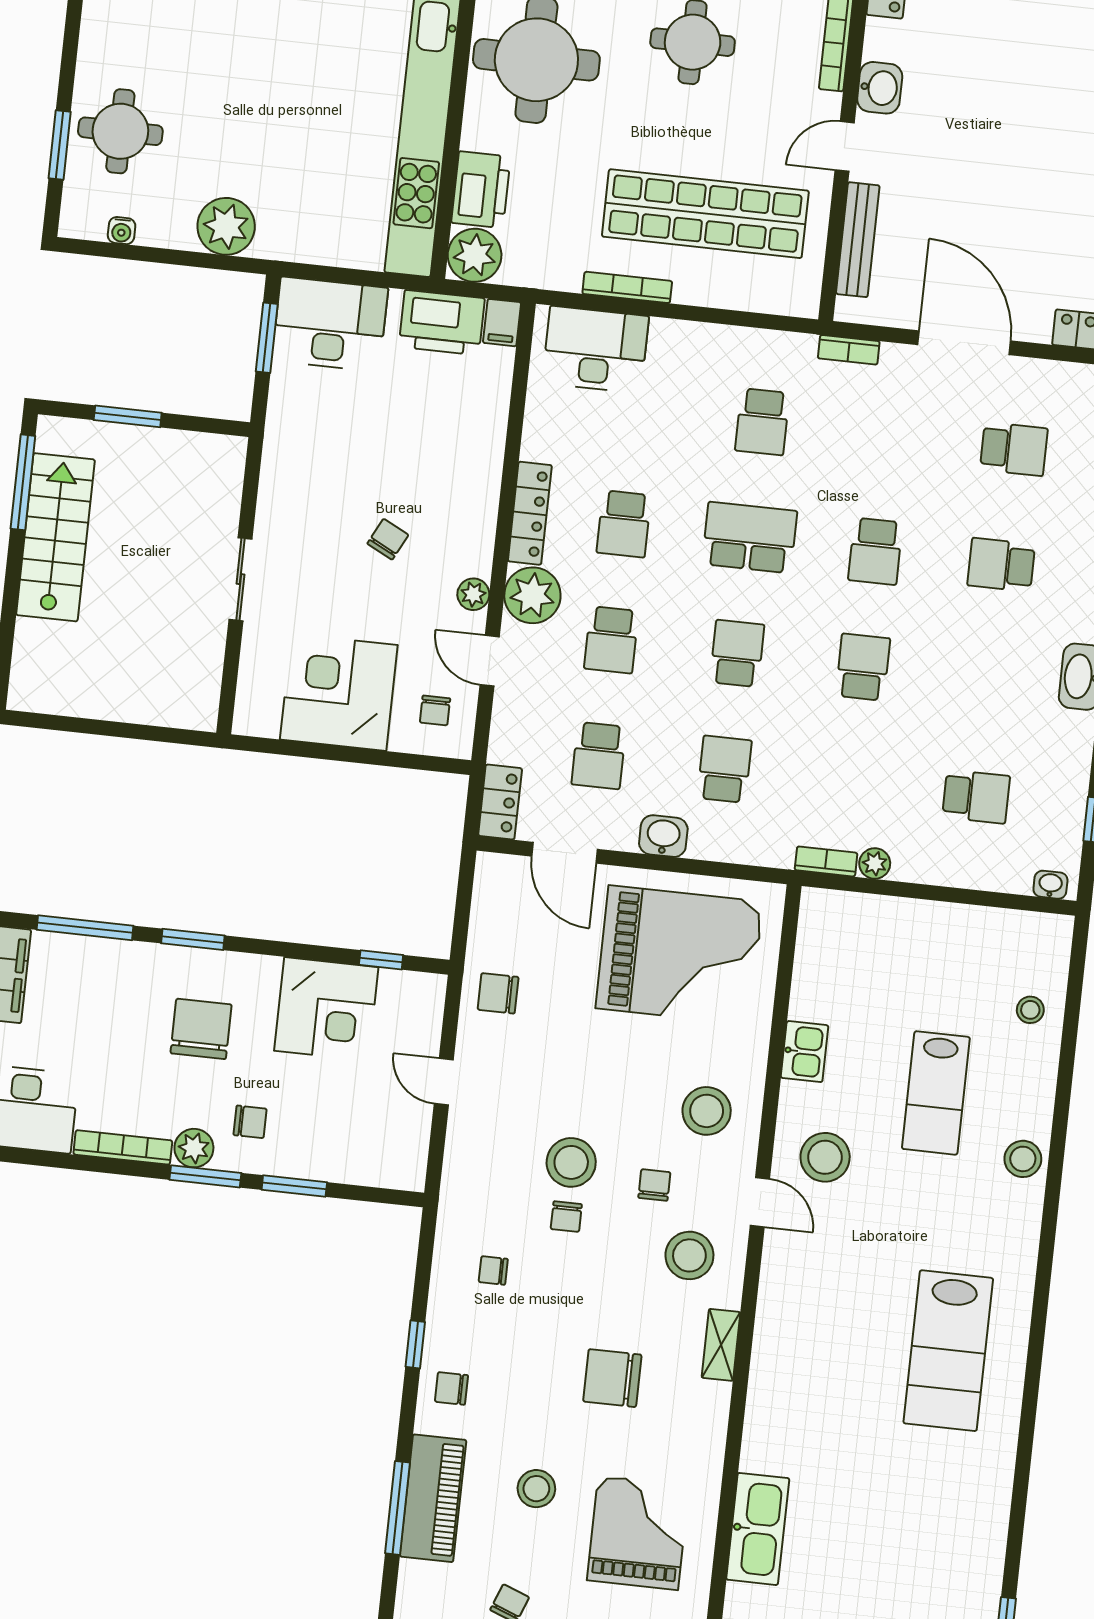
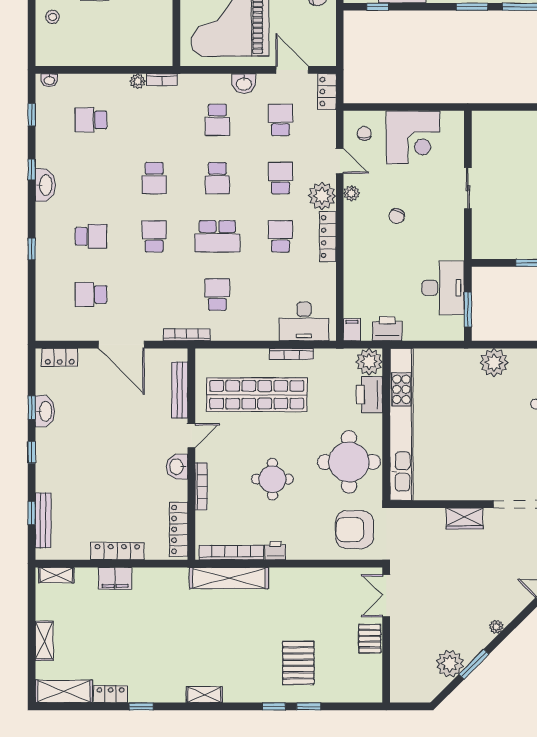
printer: (442, 323) -> (387, 329), width x0.73, depth x0.84
desk: (330, 324) -> (443, 288), moved, turned -90
bookcase: (849, 350) -> (187, 335), width x1.56

